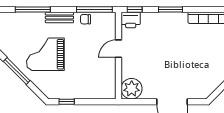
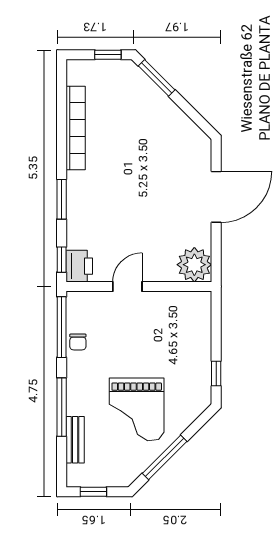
window: (33, 10) -> (62, 407), moved
bench: (59, 18) -> (75, 440), moved
door: (119, 49) -> (127, 286), swing flipped

